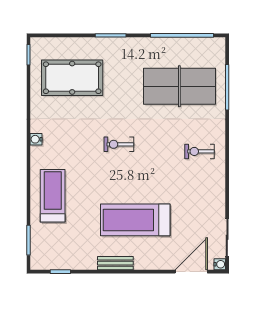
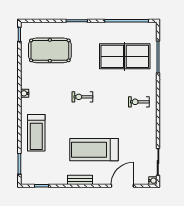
treadmill: (53, 196) -> (36, 133), turned 180
door: (191, 272) -> (122, 186), moved

